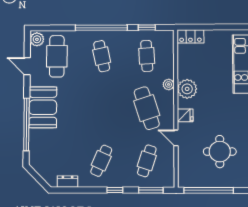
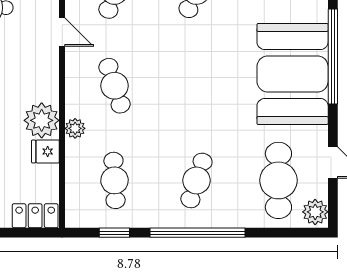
cafe table: (102, 56) -> (196, 180), turned 30
booth: (43, 107) -> (293, 74), width x1.36, depth x1.42
cafe table: (147, 108) -> (115, 86), width x0.73, depth x0.74
fridge: (185, 115) -> (45, 151), moved

